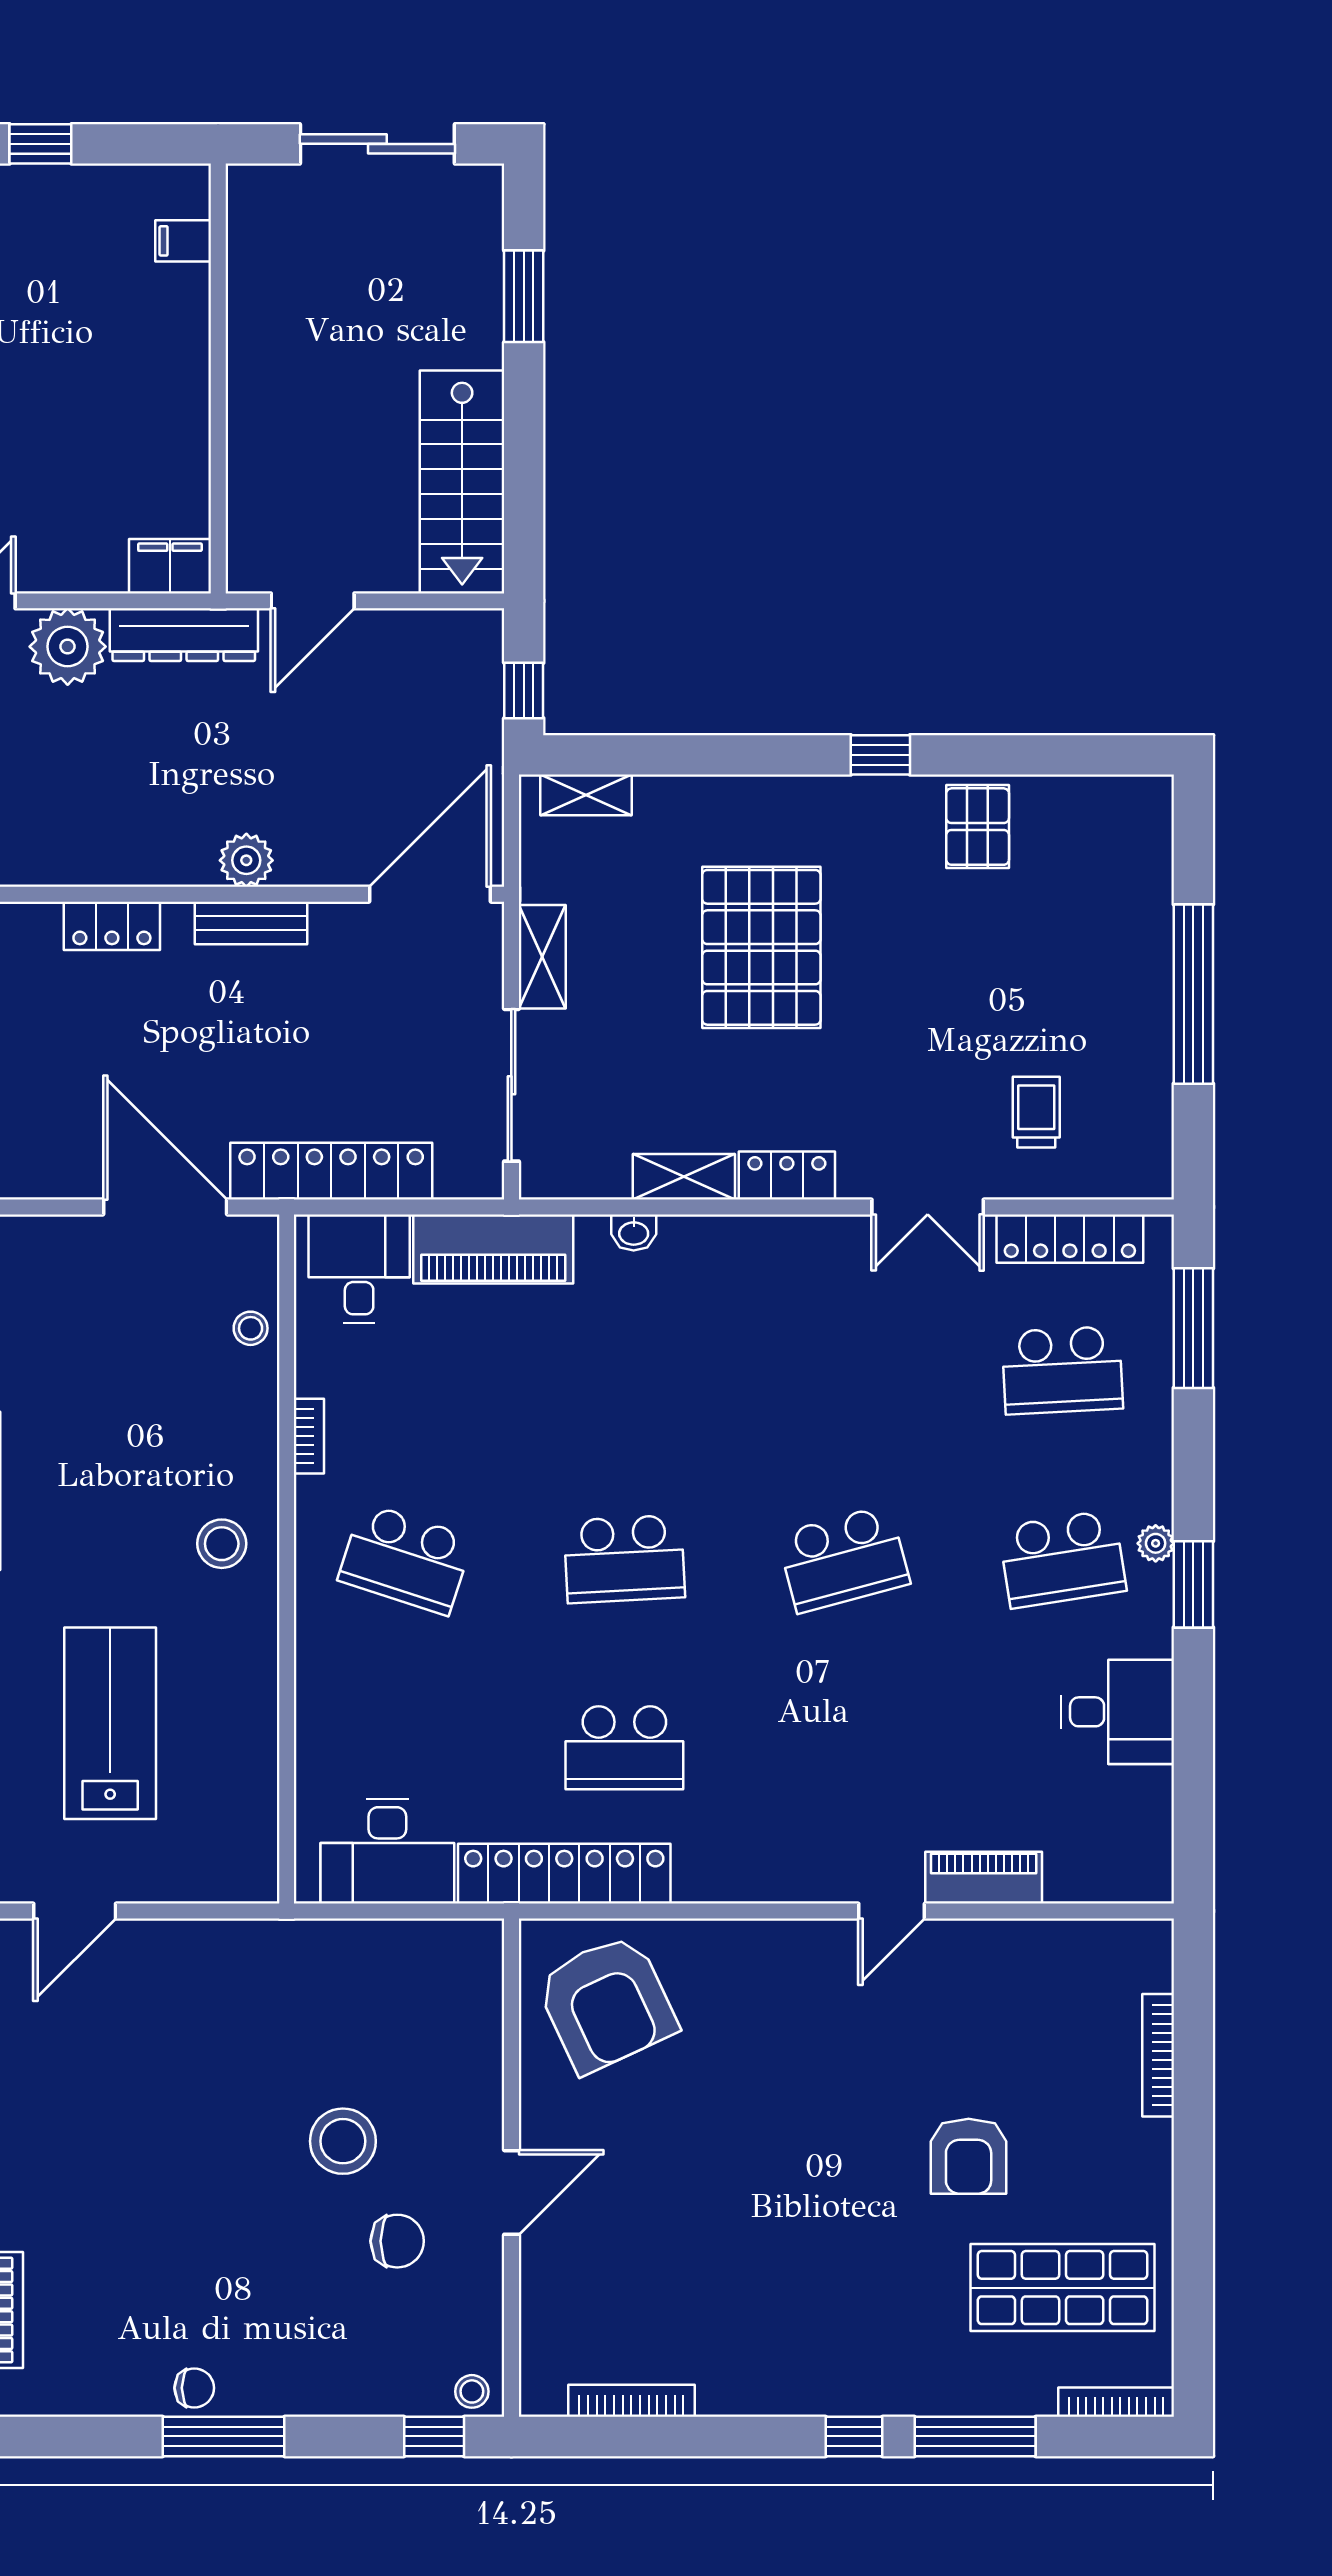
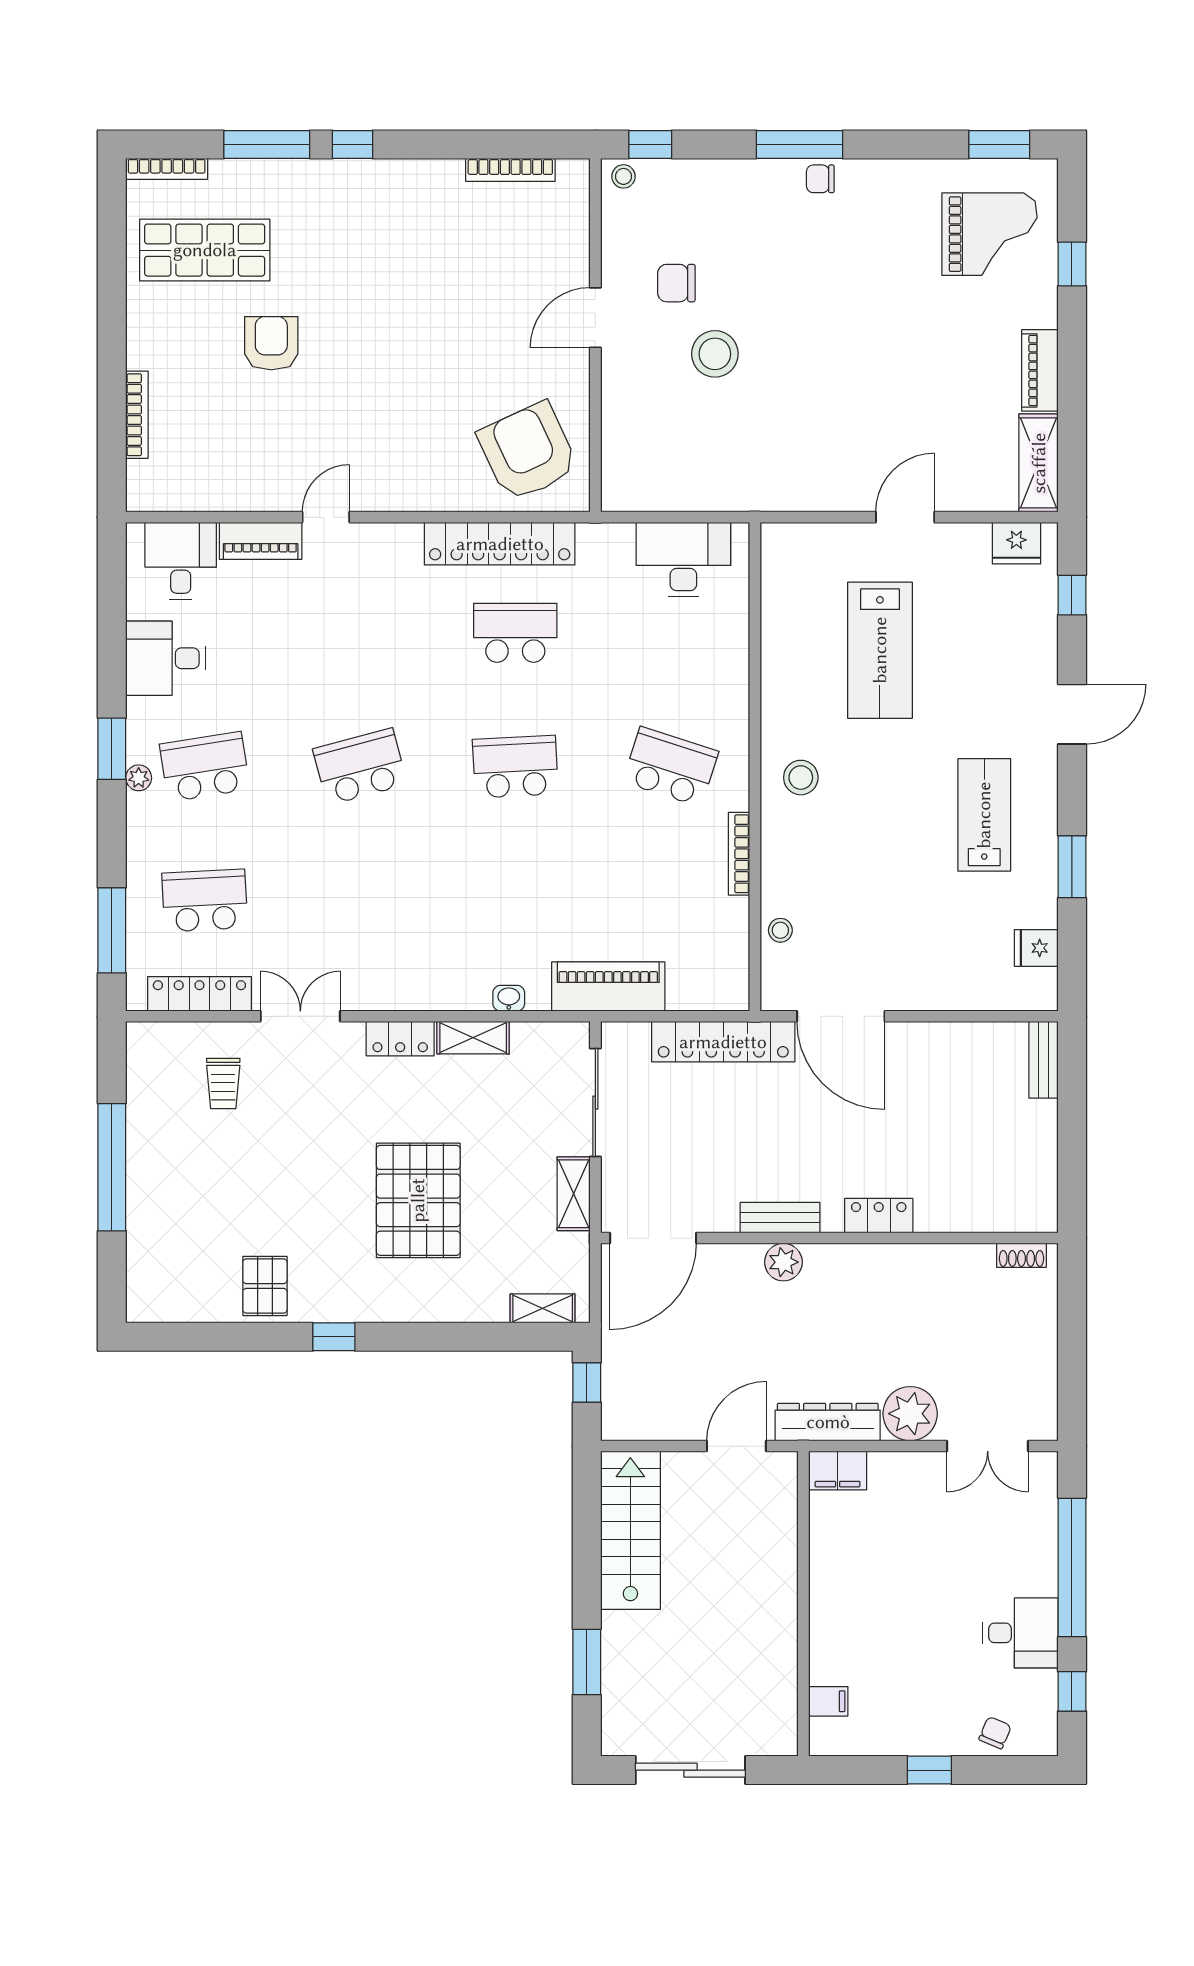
desk: (359, 1269) -> (181, 561), moved, turned 180
bookcase: (309, 1436) -> (739, 854), width x1.56
locker: (564, 1874) -> (500, 544), moved

